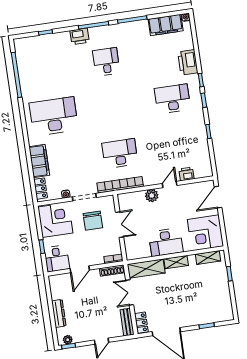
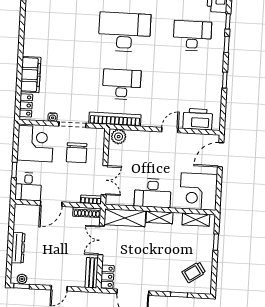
desk: (54, 116) -> (124, 32), moved
printer: (186, 174) -> (198, 119), width x1.87, depth x1.48
plant: (152, 196) -> (119, 137), moved
double door: (120, 225) -> (104, 180), moved
trolley: (215, 304) -> (194, 272), added

